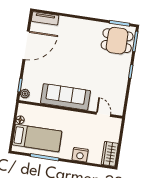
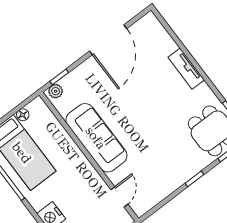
tv unit: (45, 18) -> (186, 69), moved
door: (26, 45) -> (108, 40), hinge flipped

